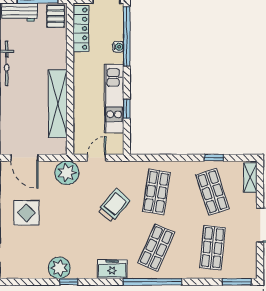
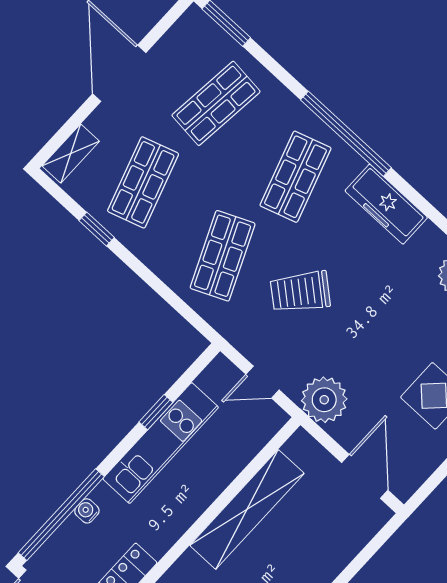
shop shelf: (156, 192) -> (223, 256), turned -33
shop shelf: (156, 248) -> (295, 177), turned -42
freezer: (112, 269) -> (386, 204), width x1.40

